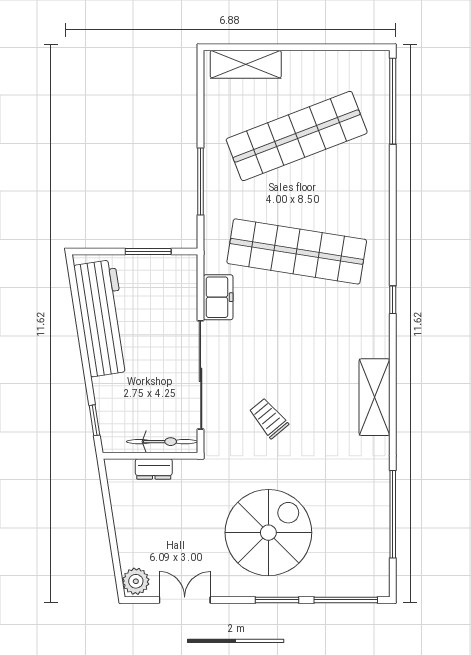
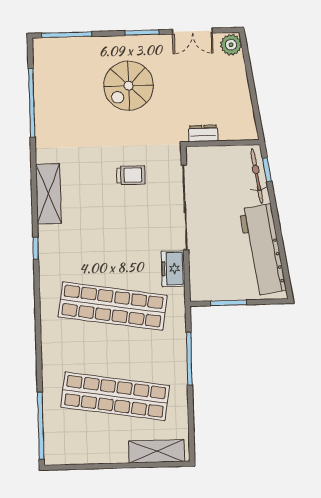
shop shelf: (297, 136) -> (115, 396), turned 30
window: (393, 300) -> (36, 248), moved
trolley: (269, 418) -> (131, 175), turned -50
bicycle: (162, 442) -> (257, 176), moved, turned 81
dresser: (154, 469) -> (203, 133), moved
spiral stairs: (268, 533) -> (129, 86), width x0.73, depth x0.73
window: (277, 600) -> (142, 33), moved

